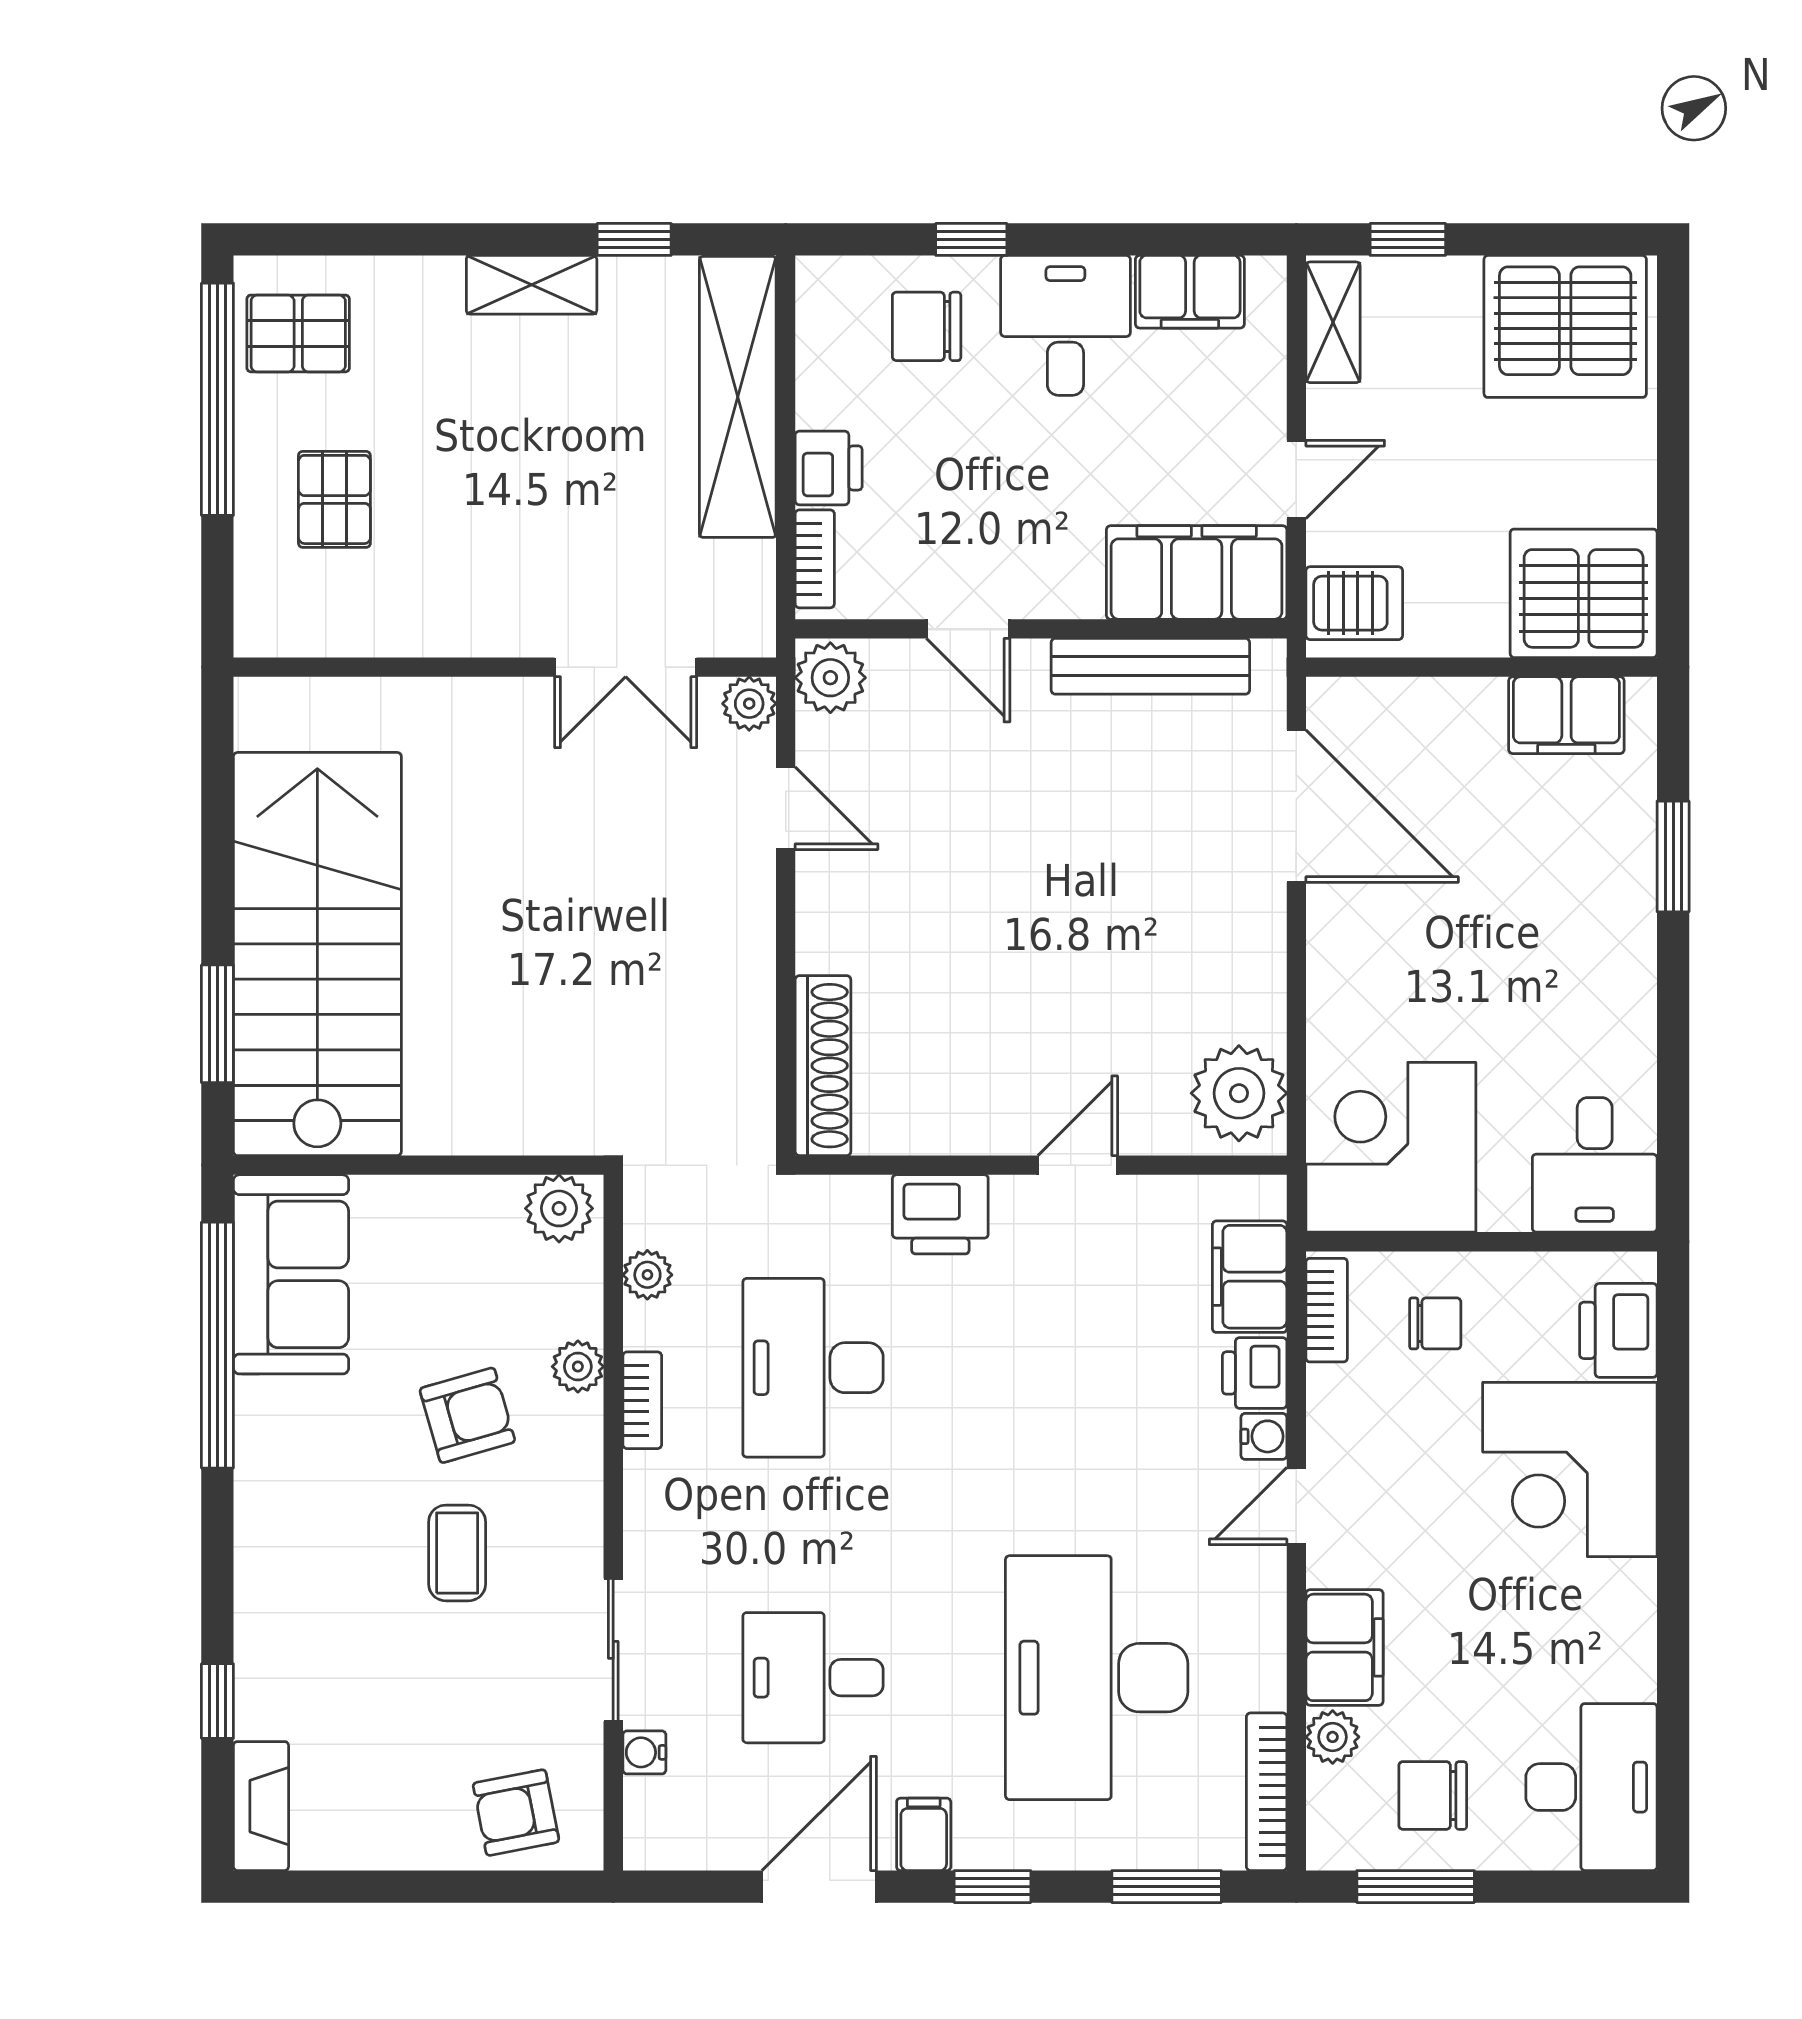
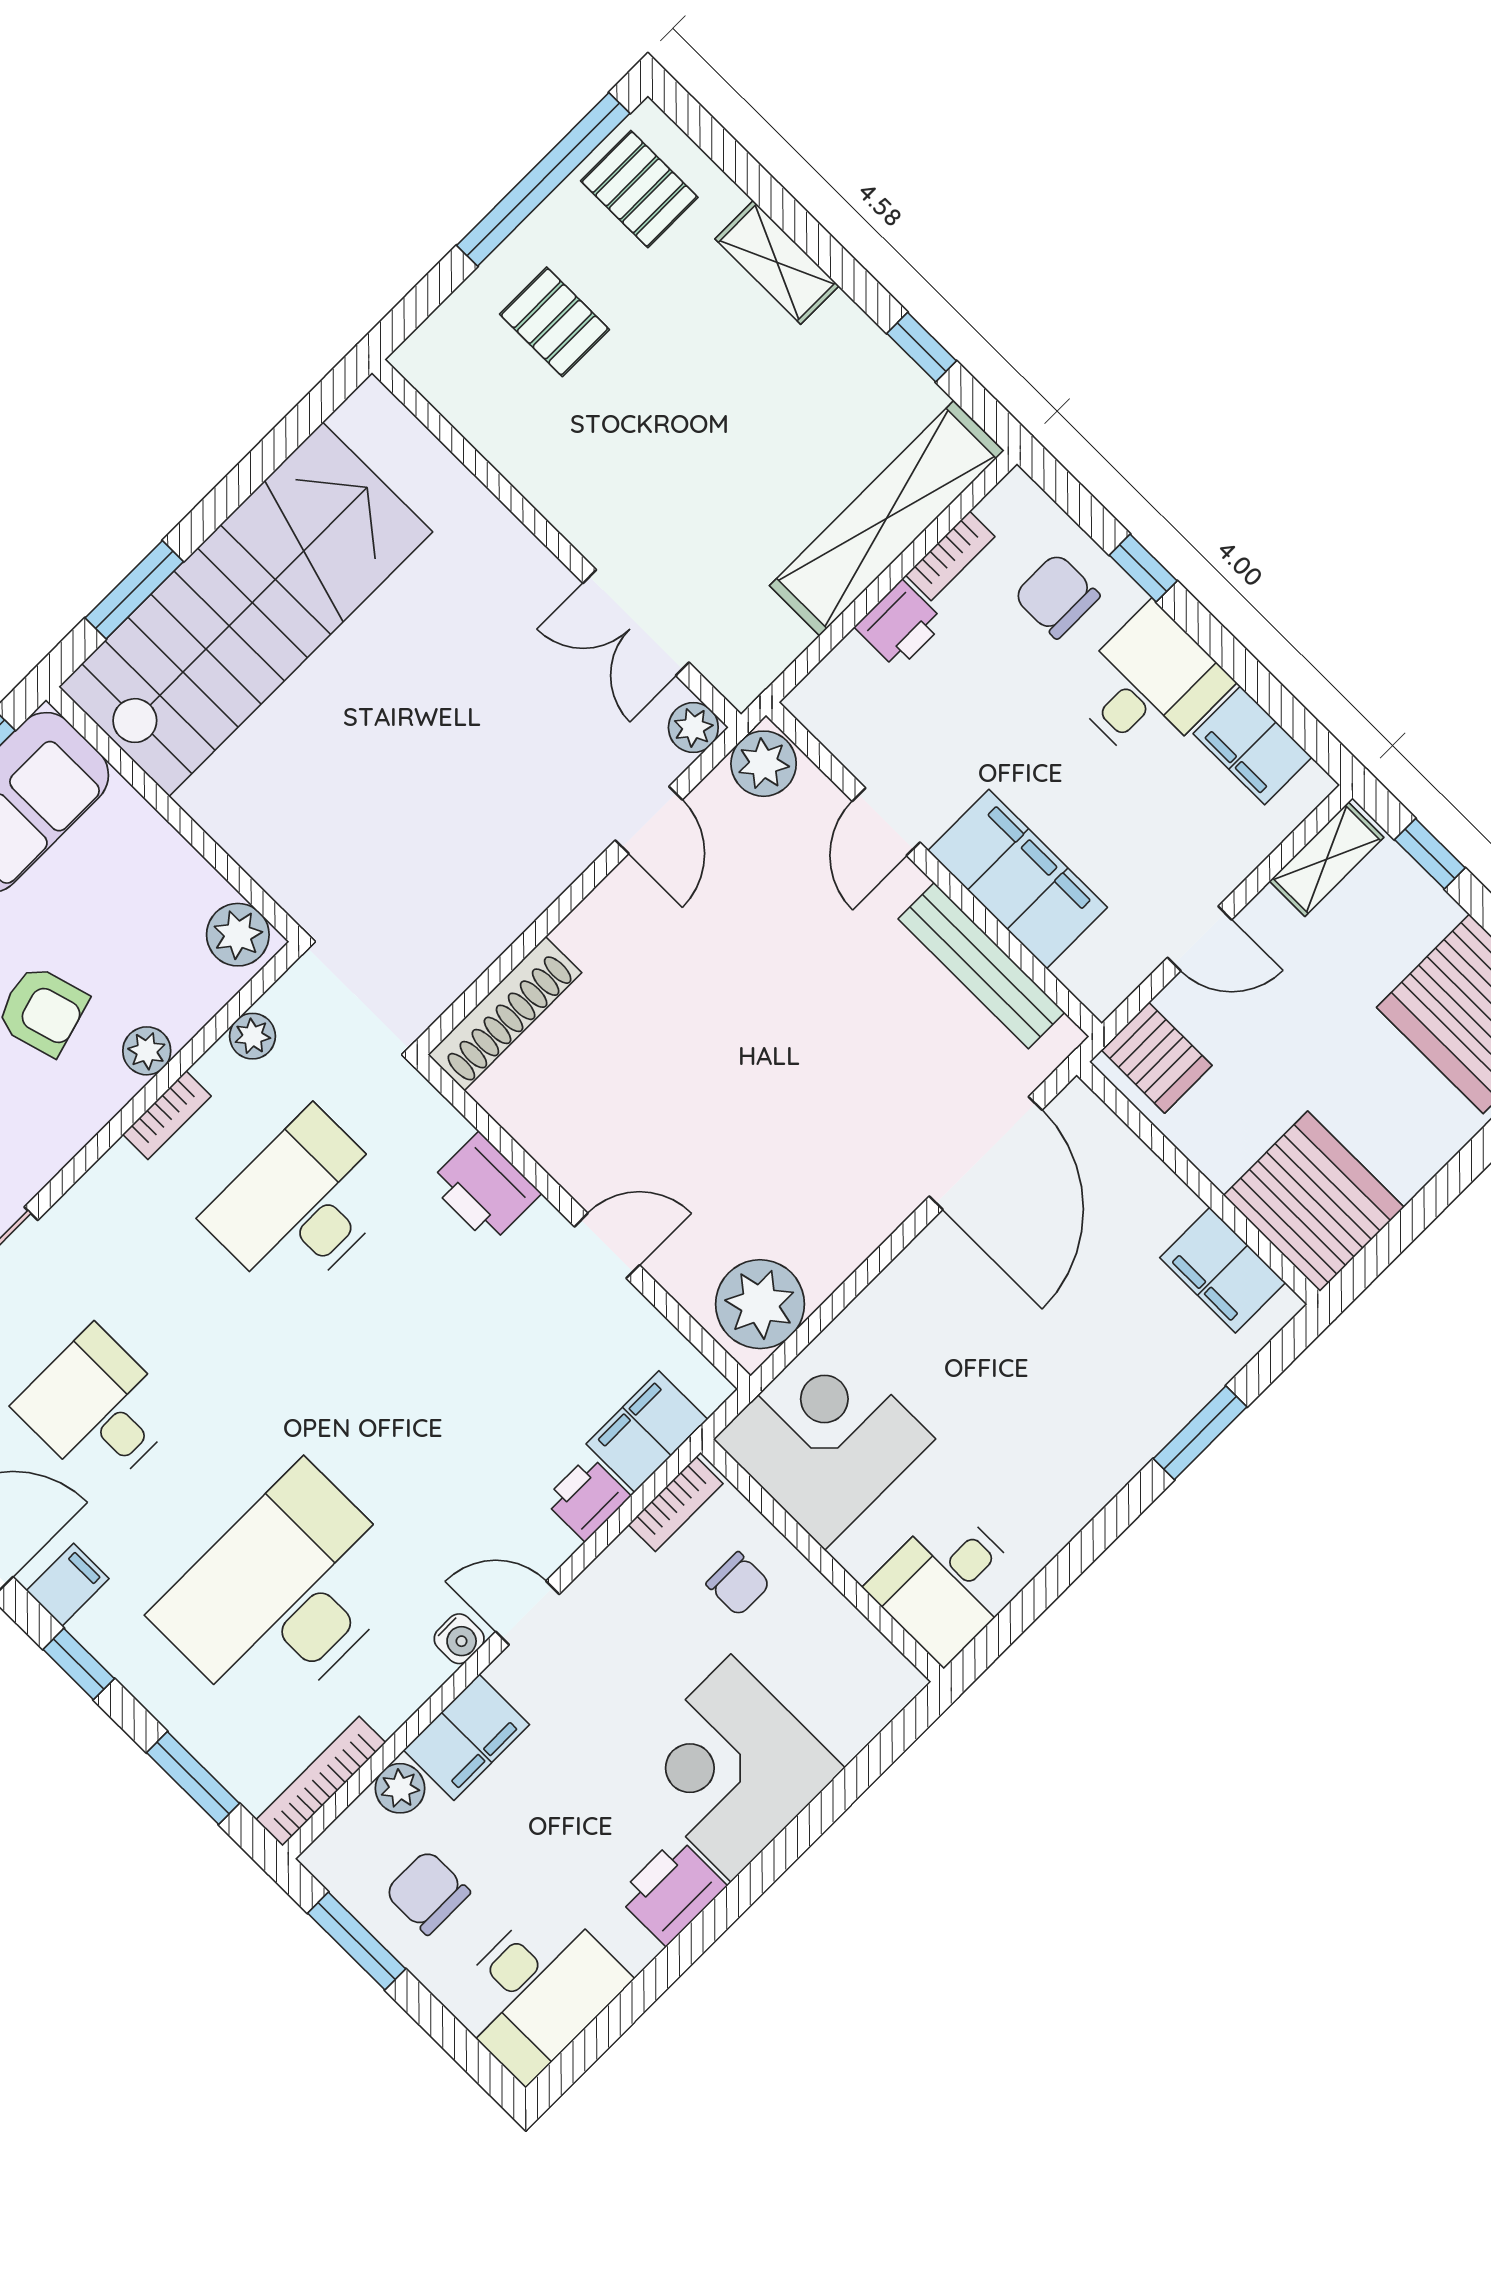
shelving: (532, 285) -> (777, 262), moved
pallet: (334, 499) -> (555, 322), turned 90
bookcase: (815, 559) -> (950, 556), moved
filing cabinet: (1197, 573) -> (1018, 879), moved
printer: (1618, 1330) -> (672, 1891), moved
water cooler: (1264, 1436) -> (459, 1639), moved

